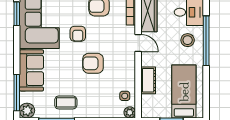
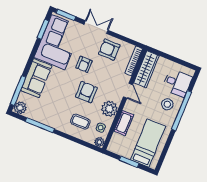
armchair: (93, 63) -> (86, 92), turned 90
plant: (126, 71) -> (109, 109), added
coffee table: (66, 102) -> (80, 122), moved

